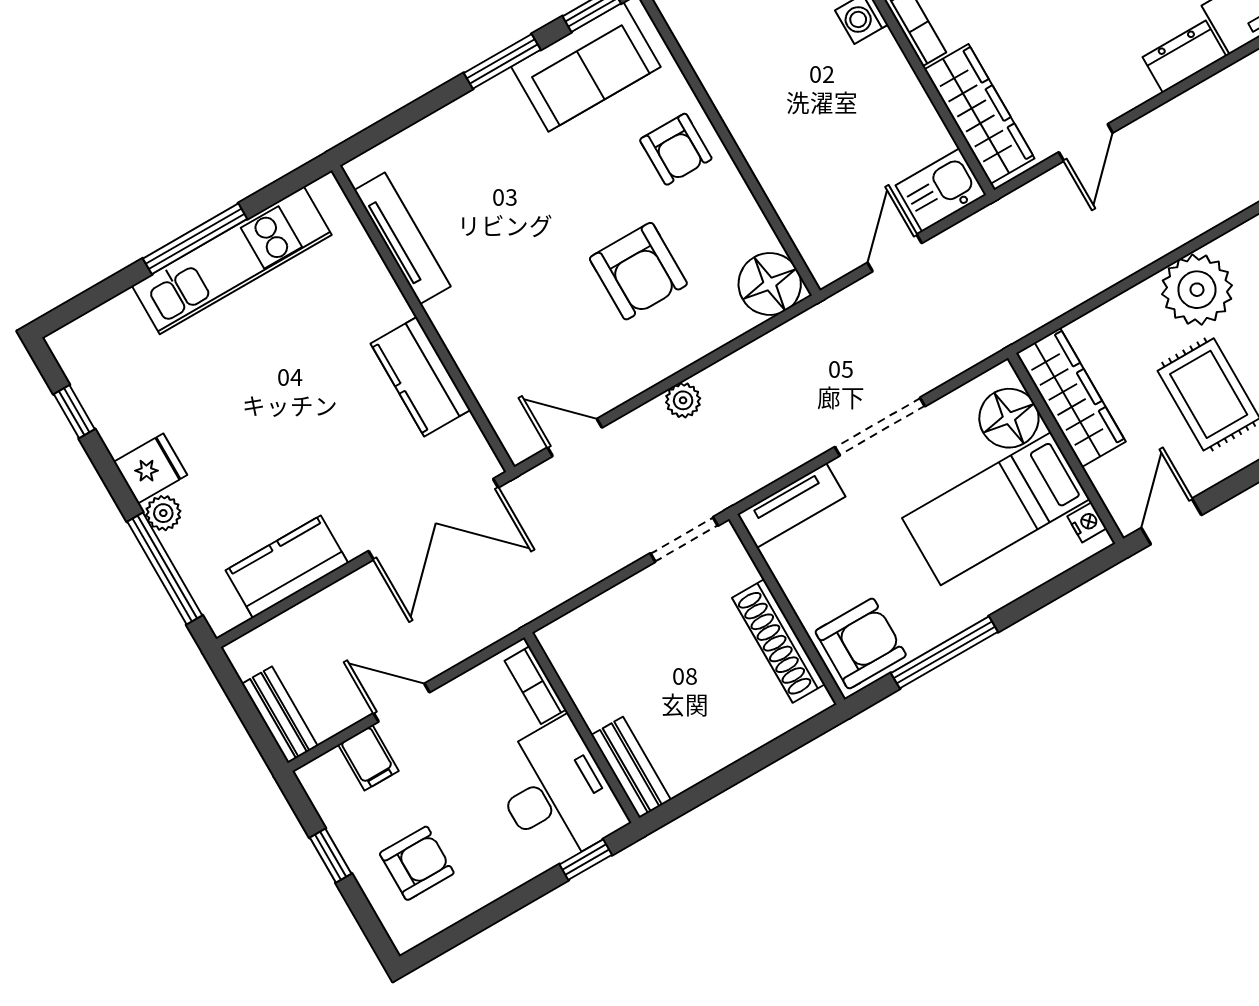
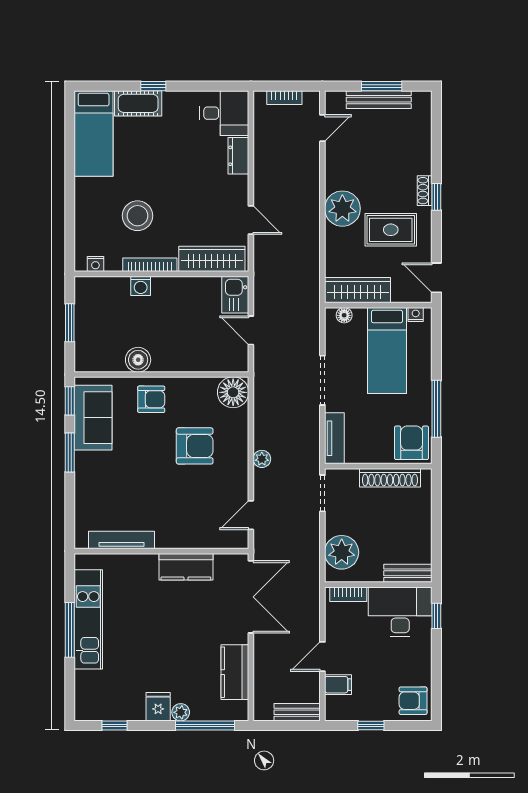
boiler: (731, 87) -> (138, 360), added
floor lamp: (1009, 418) -> (344, 315), width x0.53, depth x0.53
plant: (601, 632) -> (342, 552), added
armchair: (417, 863) -> (413, 701), moved, turned -90

